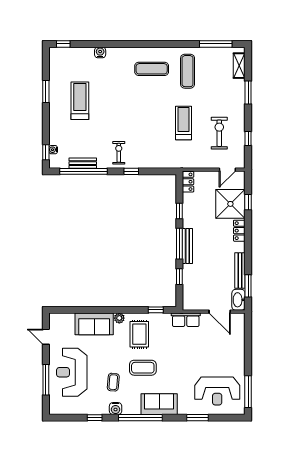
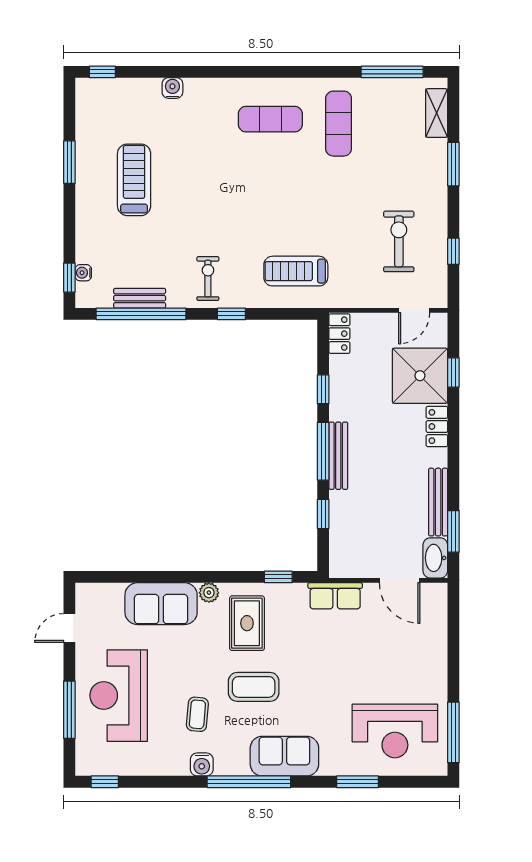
treadmill: (183, 123) -> (296, 271), moved, turned -90
door: (46, 337) -> (69, 628), hinge flipped
window: (95, 418) -> (105, 782), moved

